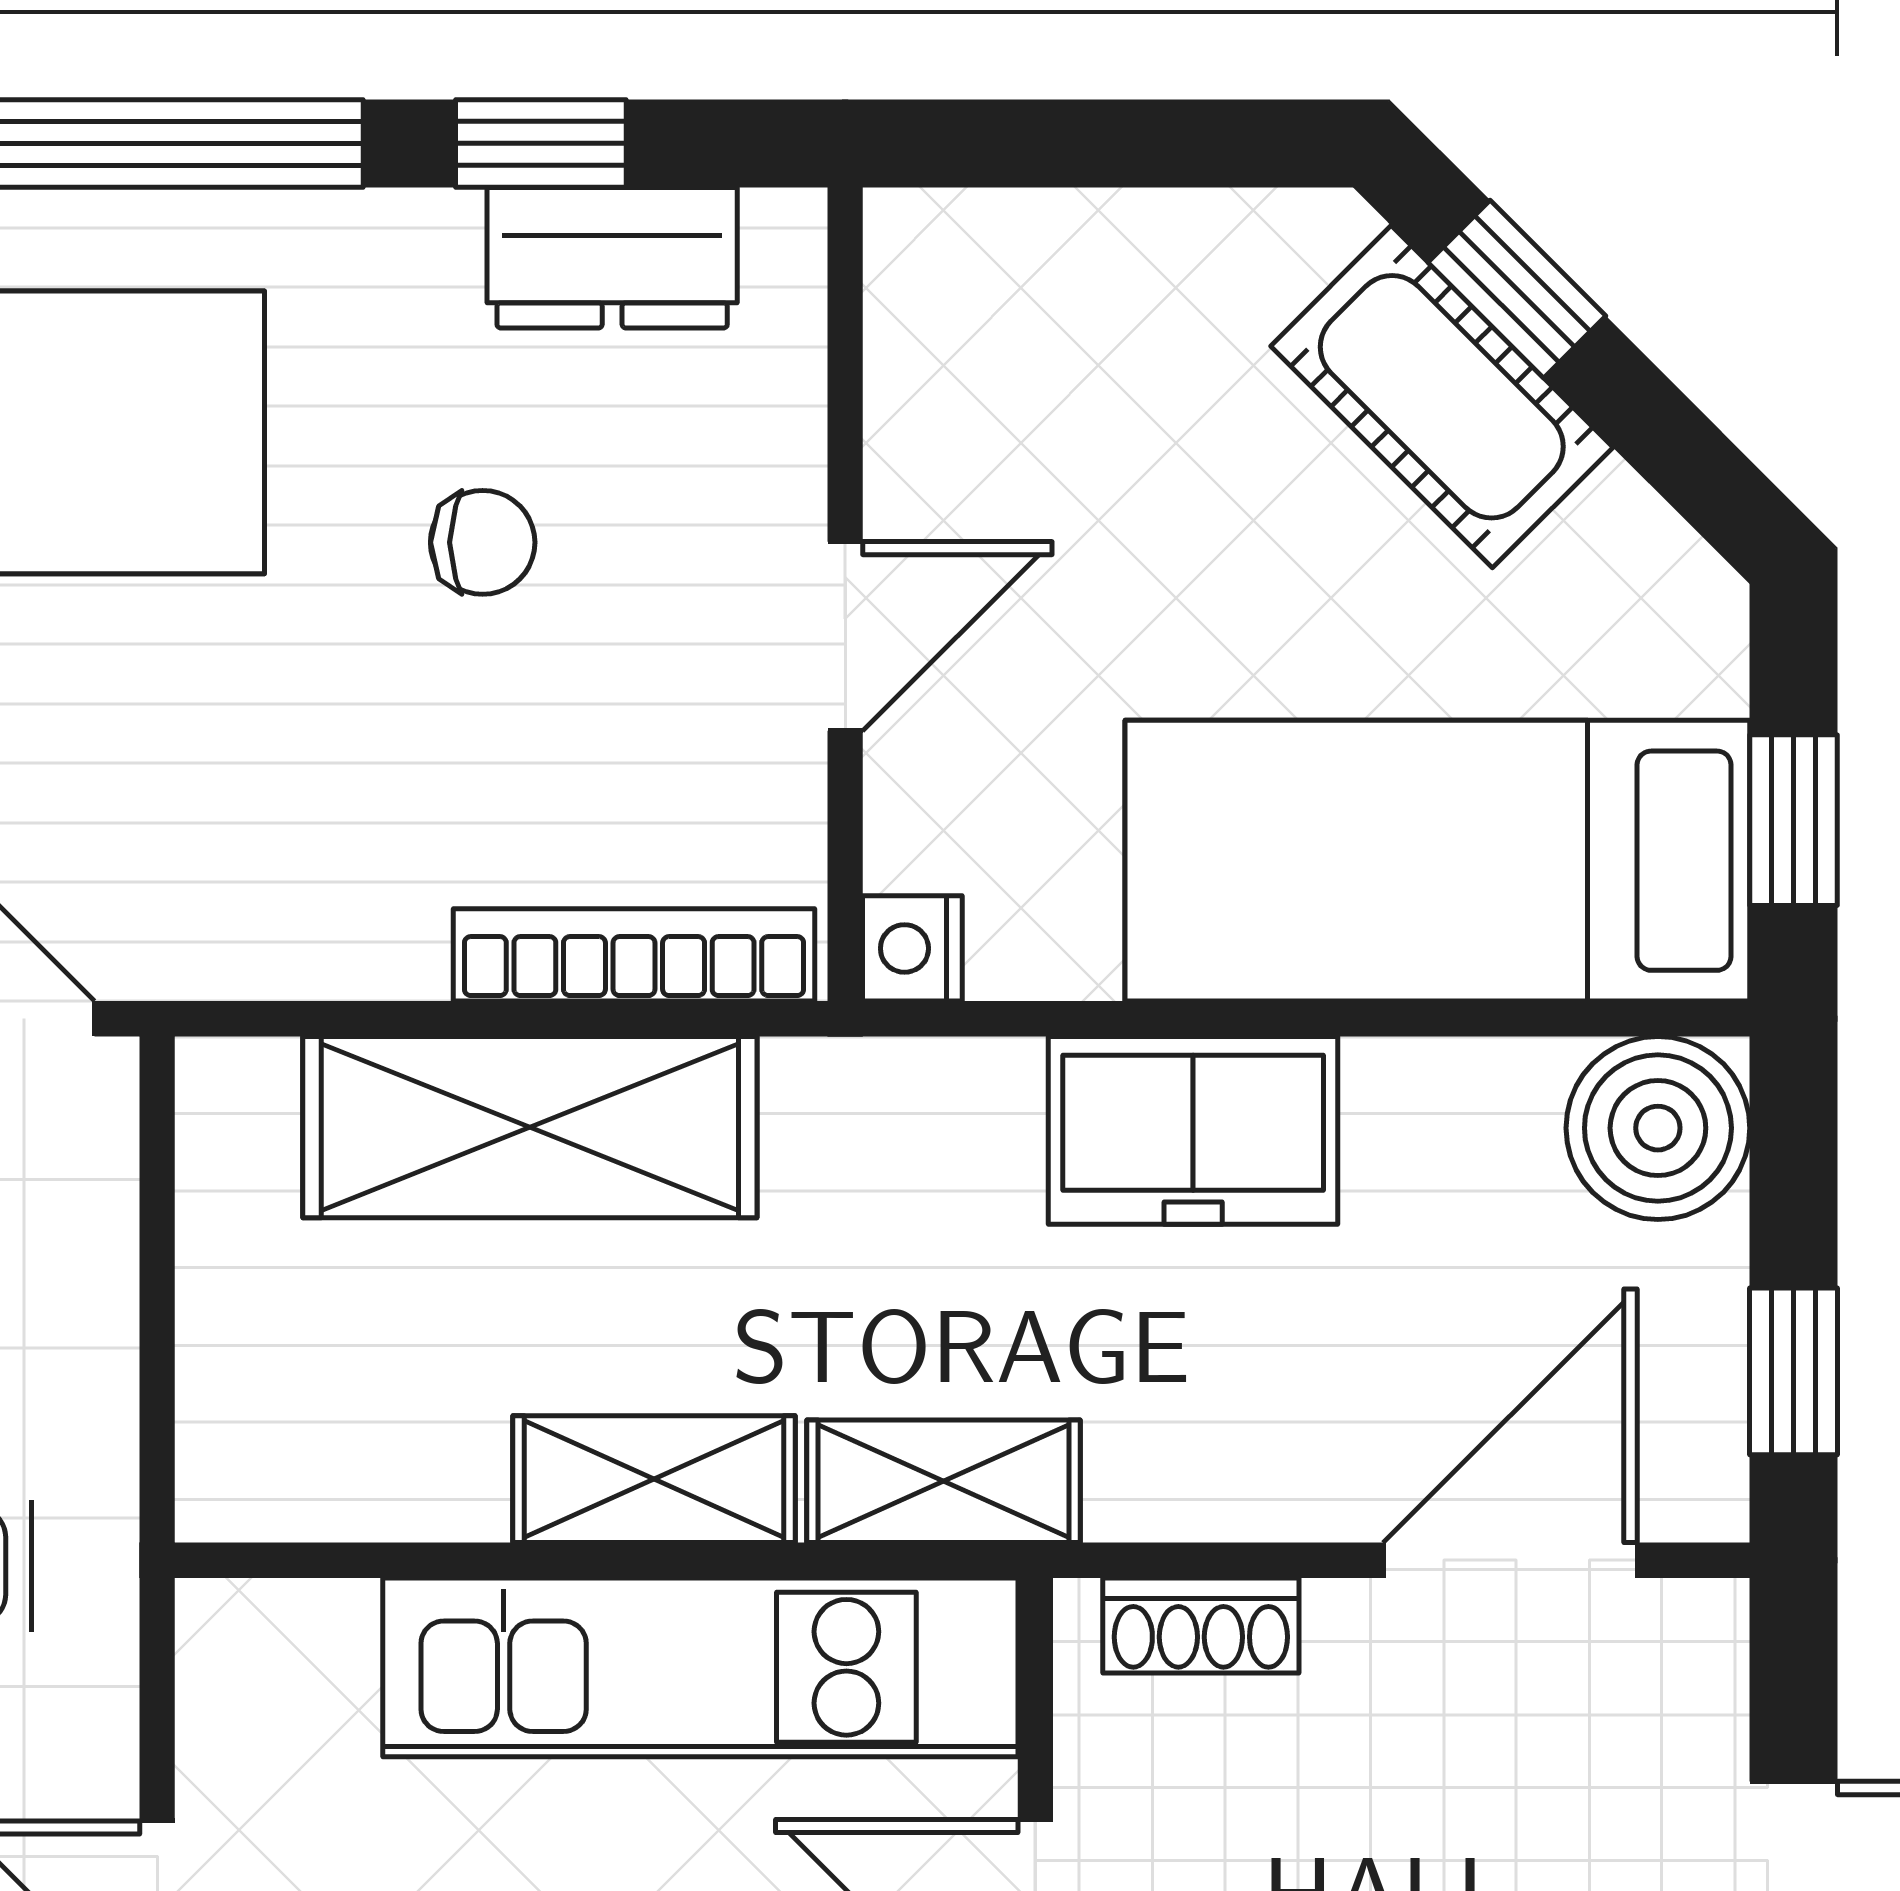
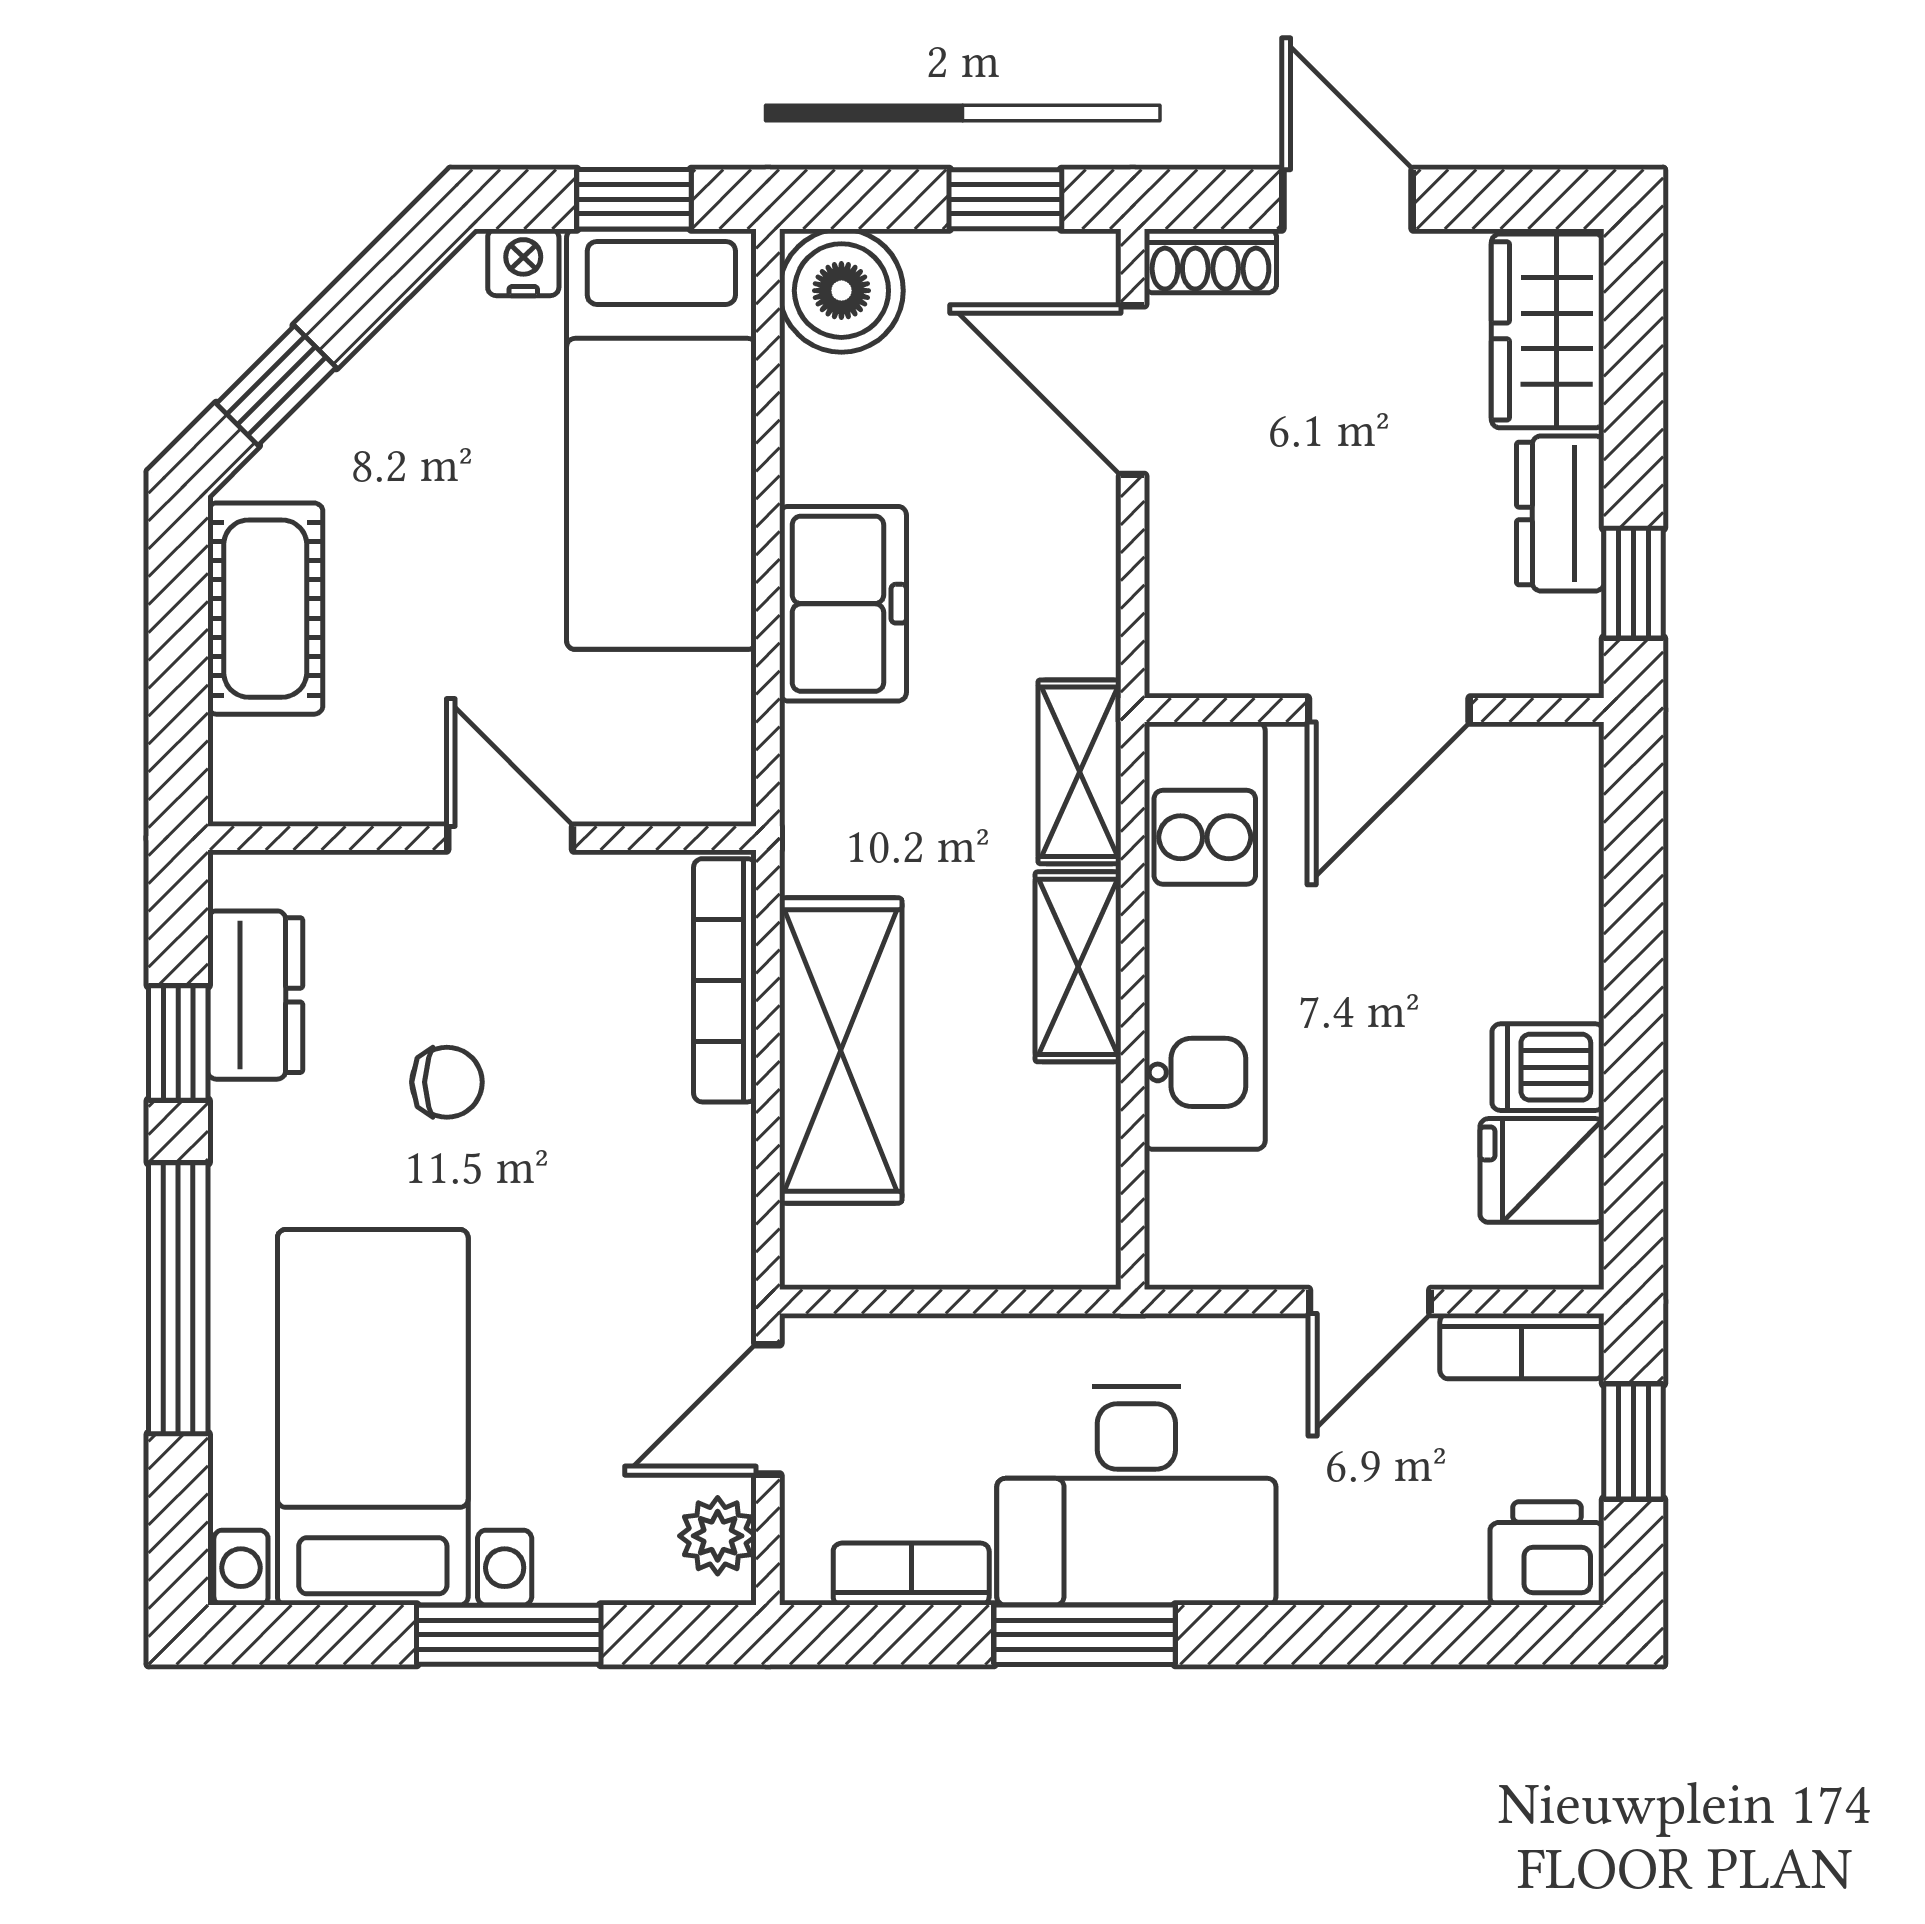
cot: (1442, 397) -> (265, 609), moved, turned -45
chair: (483, 542) -> (447, 1082), turned 90
nightstand: (912, 948) -> (523, 262), moved, turned 180
shoe rack: (1201, 1625) -> (1210, 261), moved, turned 90

